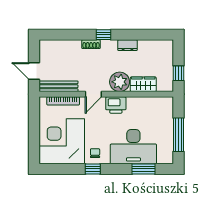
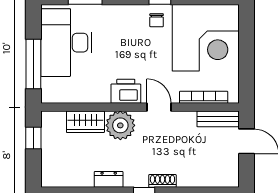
bench: (59, 86) -> (218, 119), width x0.73
door: (93, 94) -> (159, 107), hinge flipped
window: (178, 135) -> (33, 64), moved
desk: (133, 147) -> (66, 43), moved, turned -90

